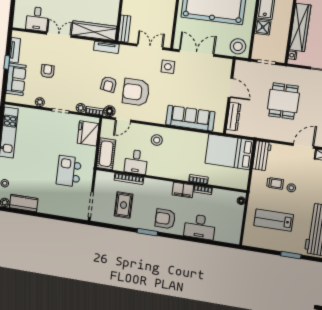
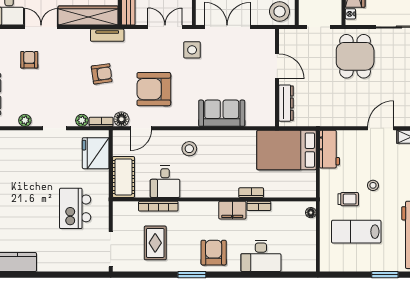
armchair: (47, 71) -> (29, 60), moved
armchair: (109, 84) -> (102, 74), moved, turned -106
dining table: (283, 101) -> (355, 56), moved
sofa: (190, 118) -> (222, 113), width x0.73
trolley: (275, 183) -> (348, 199), moved
armchair: (165, 219) -> (214, 253), turned 90

